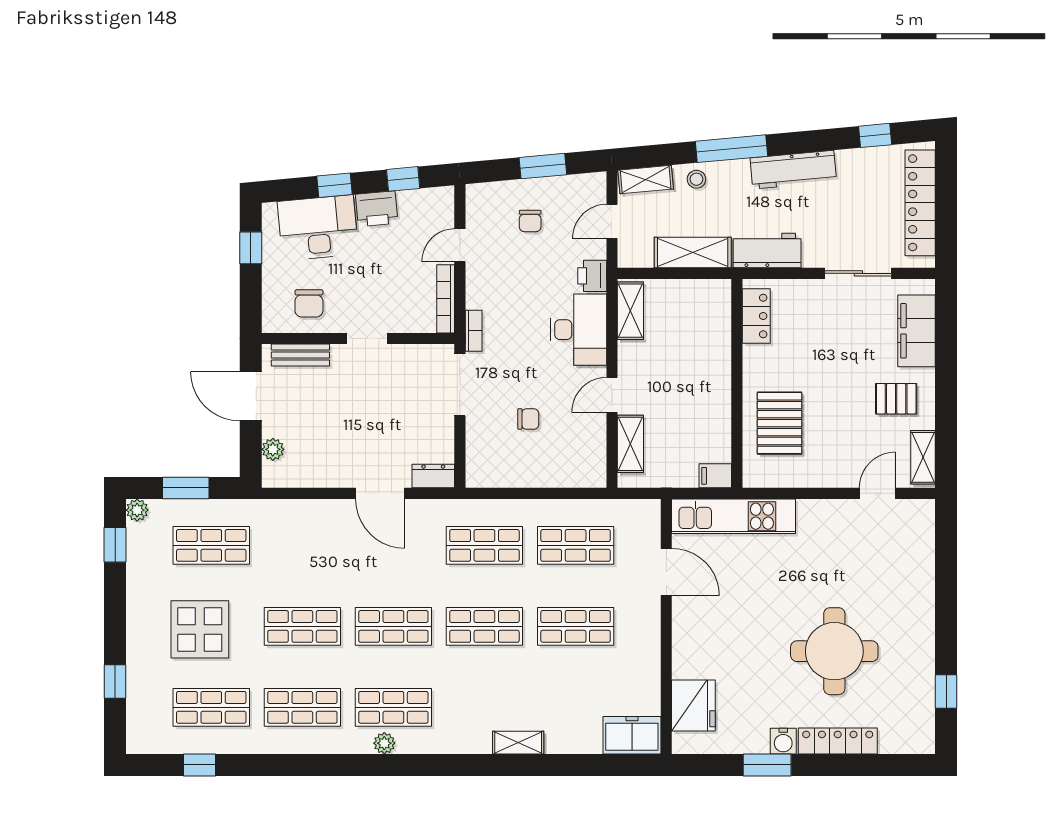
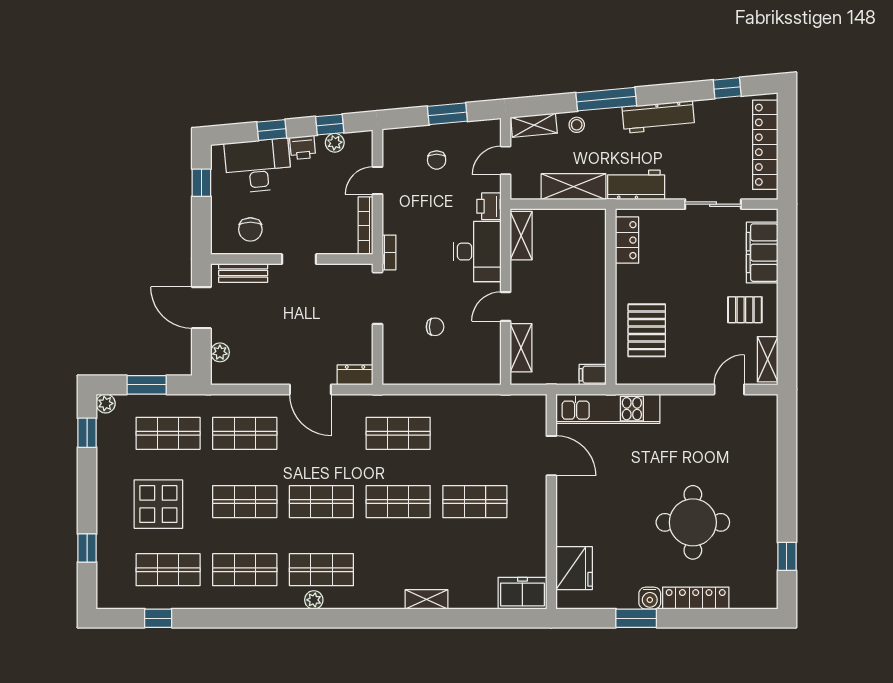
plant: (409, 200) -> (335, 143), added
printer: (377, 209) -> (303, 148), width x0.73, depth x0.81
shop shelf: (576, 545) -> (245, 433), moved

